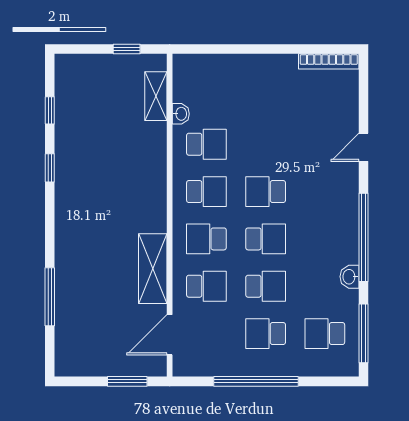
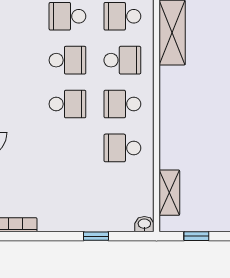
window: (235, 49) -> (96, 236), added
washbasin: (181, 114) -> (144, 224), moved, turned 90
school desk: (266, 239) -> (67, 60), turned 180

